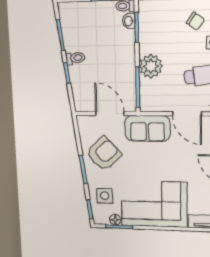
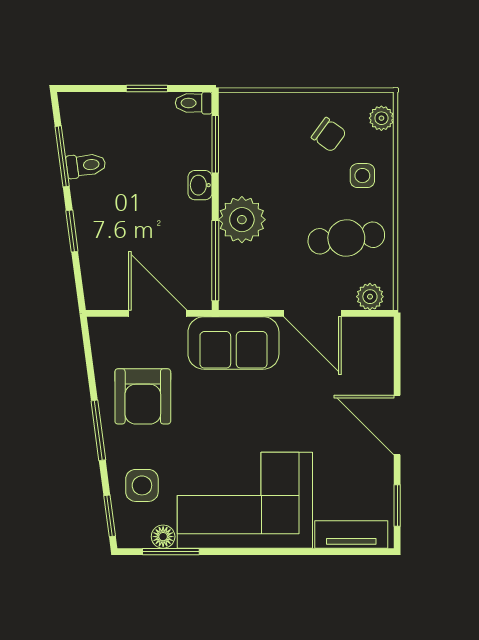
washbasin: (129, 21) -> (200, 185), moved
toilet: (75, 58) -> (86, 165), moved
armchair: (104, 154) -> (143, 396), turned 133

